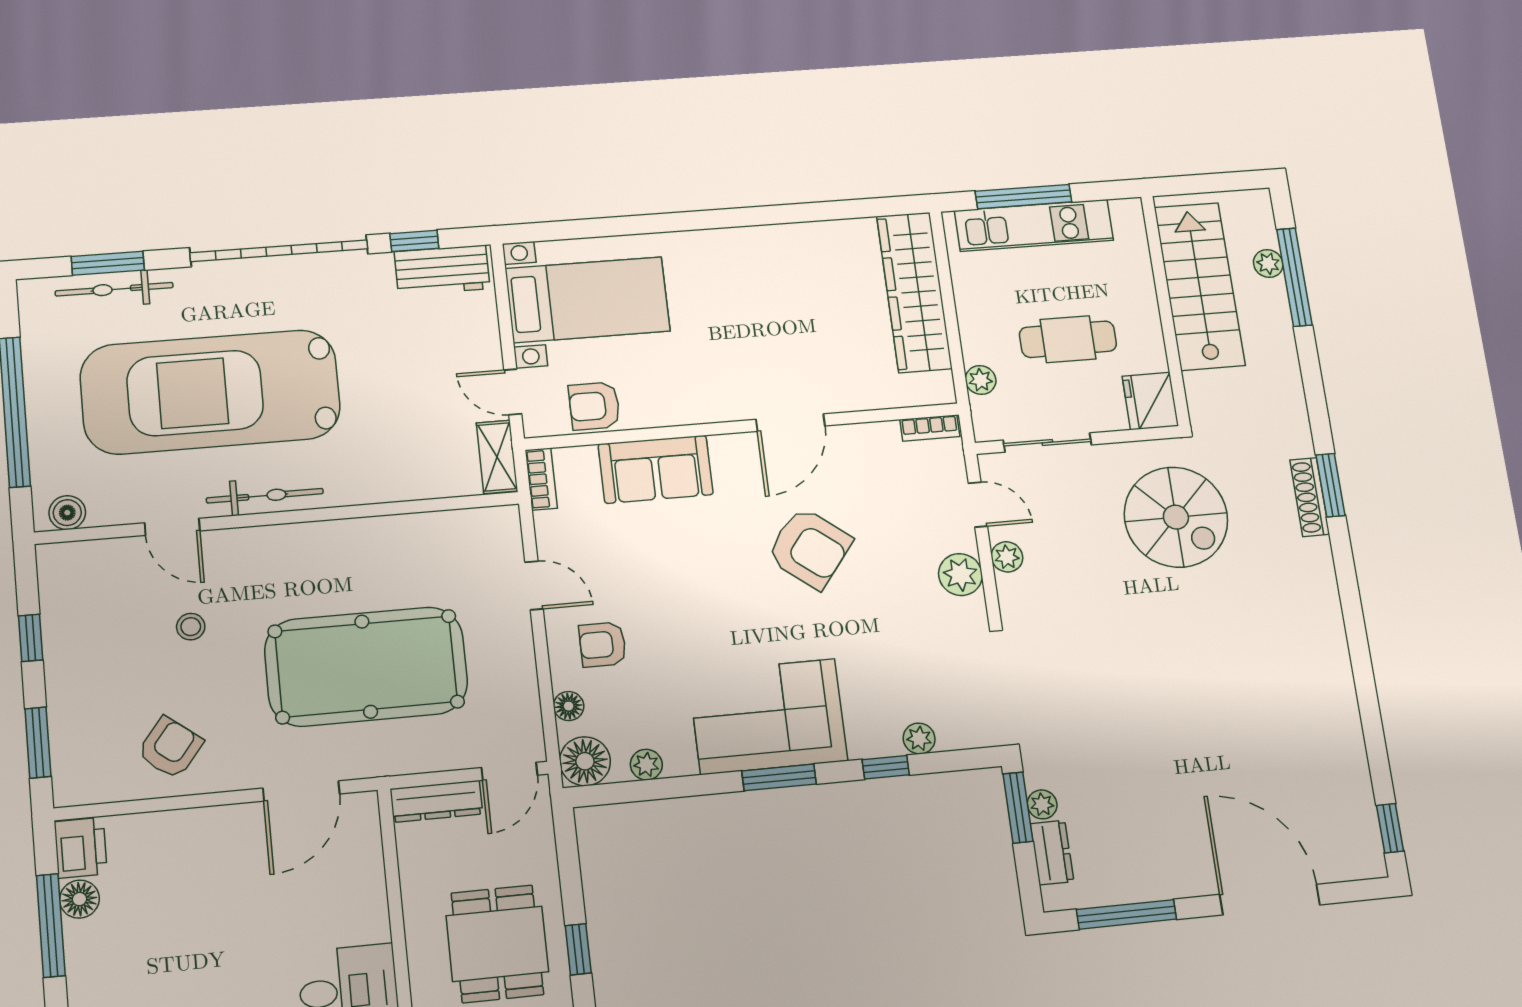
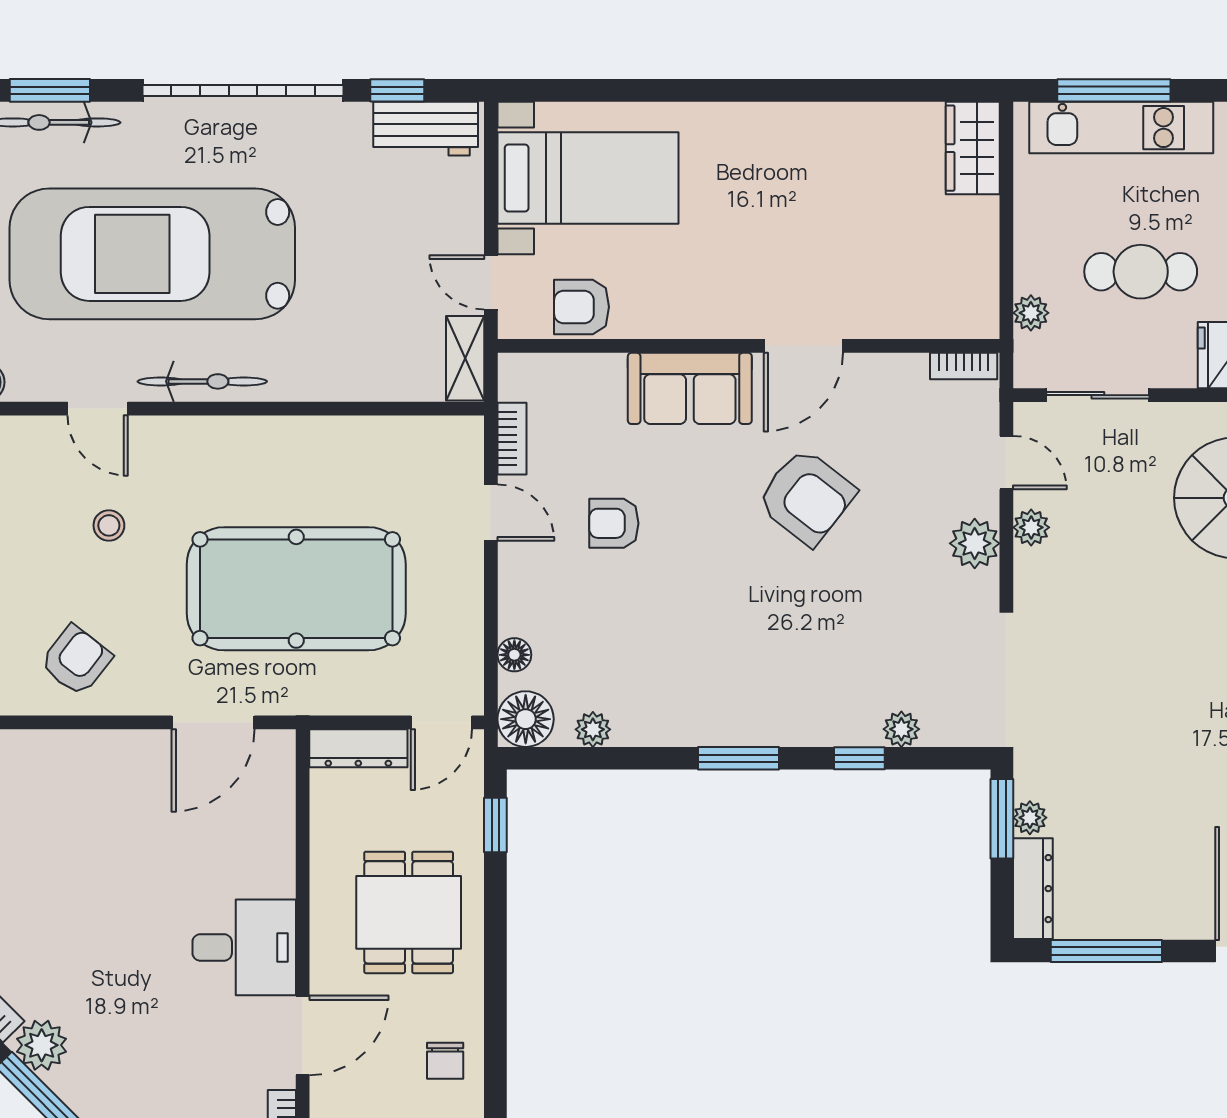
wardrobe: (914, 292) -> (973, 148), width x0.48, depth x0.85
sofa: (656, 469) -> (690, 388), moved
bookcase: (541, 479) -> (512, 439), moved
armchair: (603, 644) -> (614, 523), moved
corner sofa: (768, 716) -> (735, 688), removed
dresser: (1052, 853) -> (1033, 889), width x1.44
window: (578, 949) -> (495, 825), moved

